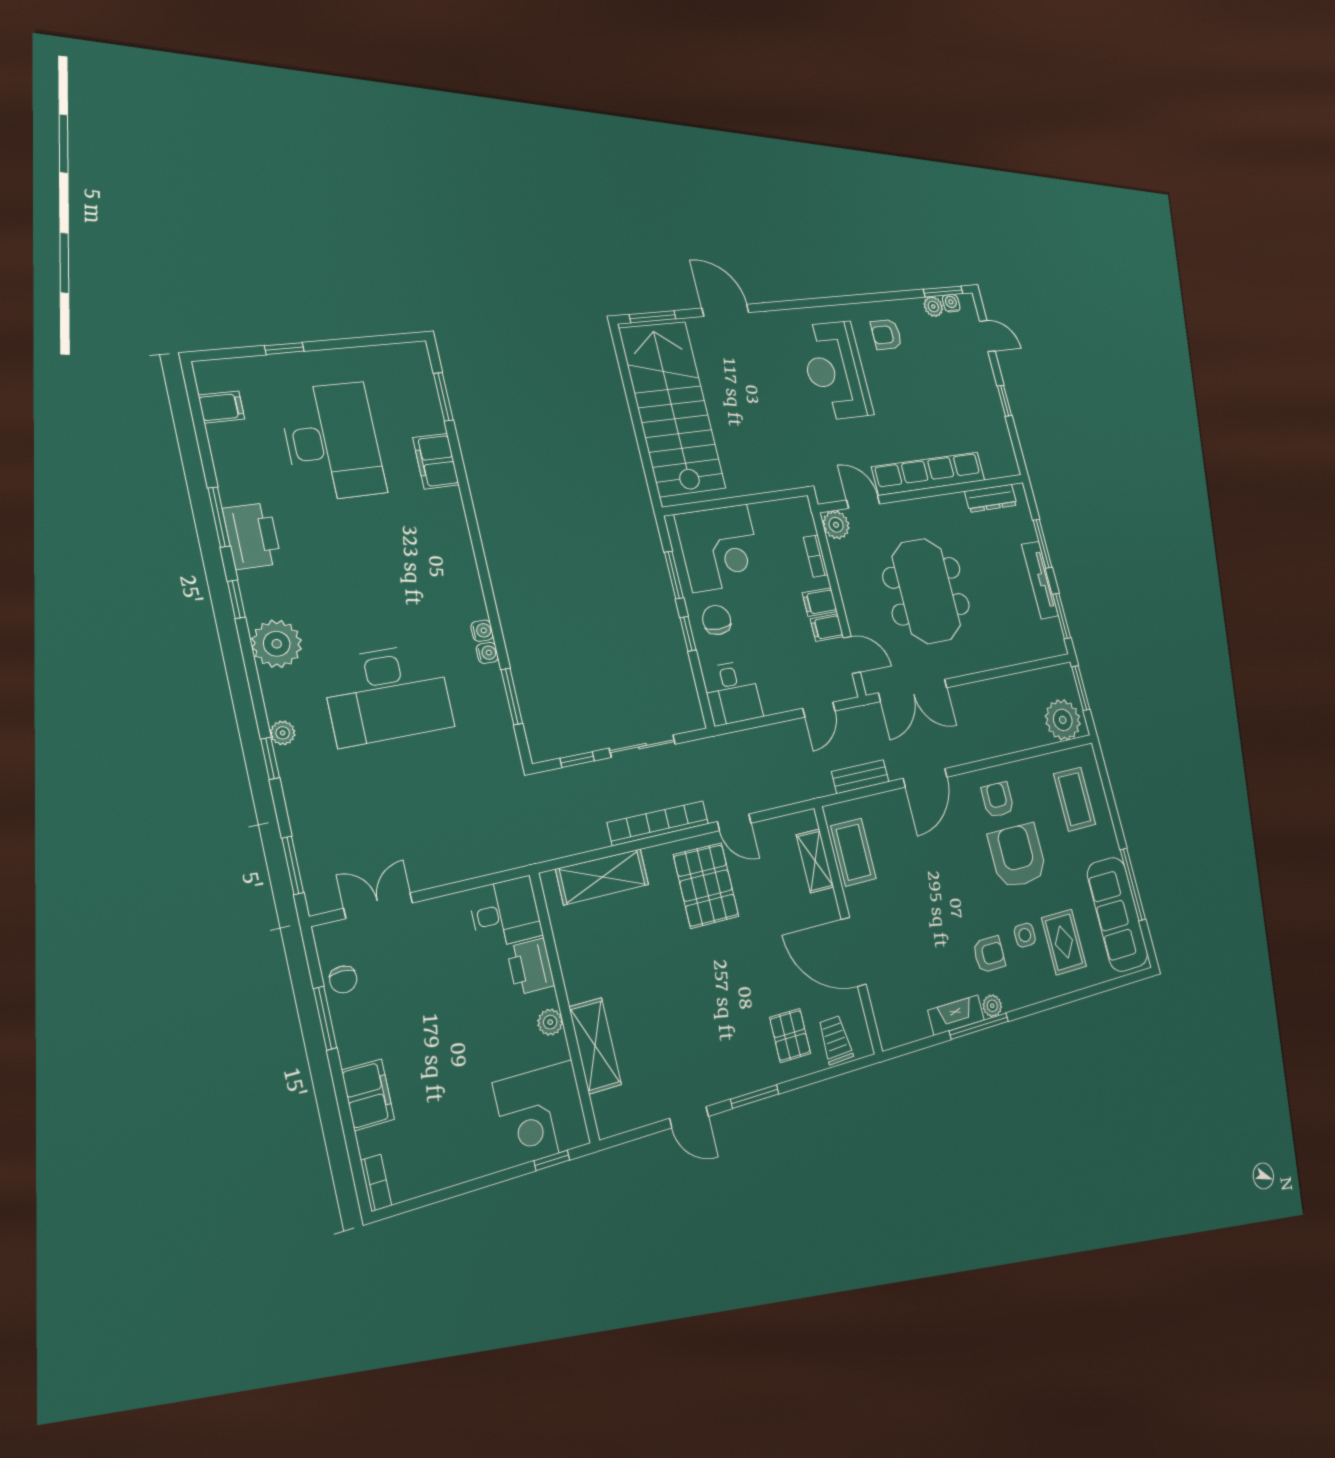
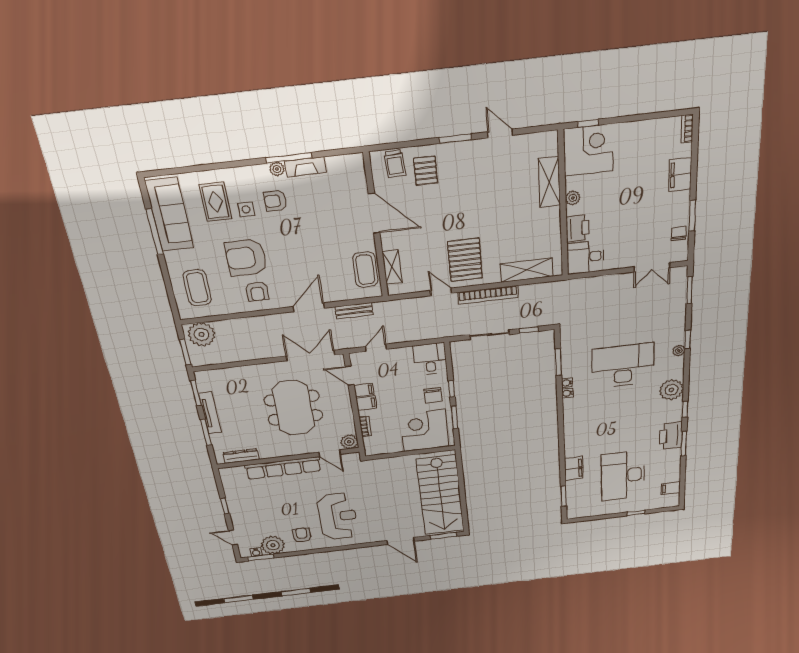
plant: (933, 307) -> (273, 545), width x1.87, depth x1.87
armchair: (886, 335) -> (302, 535), turned -90
armchair: (1018, 856) -> (246, 258), turned 90

